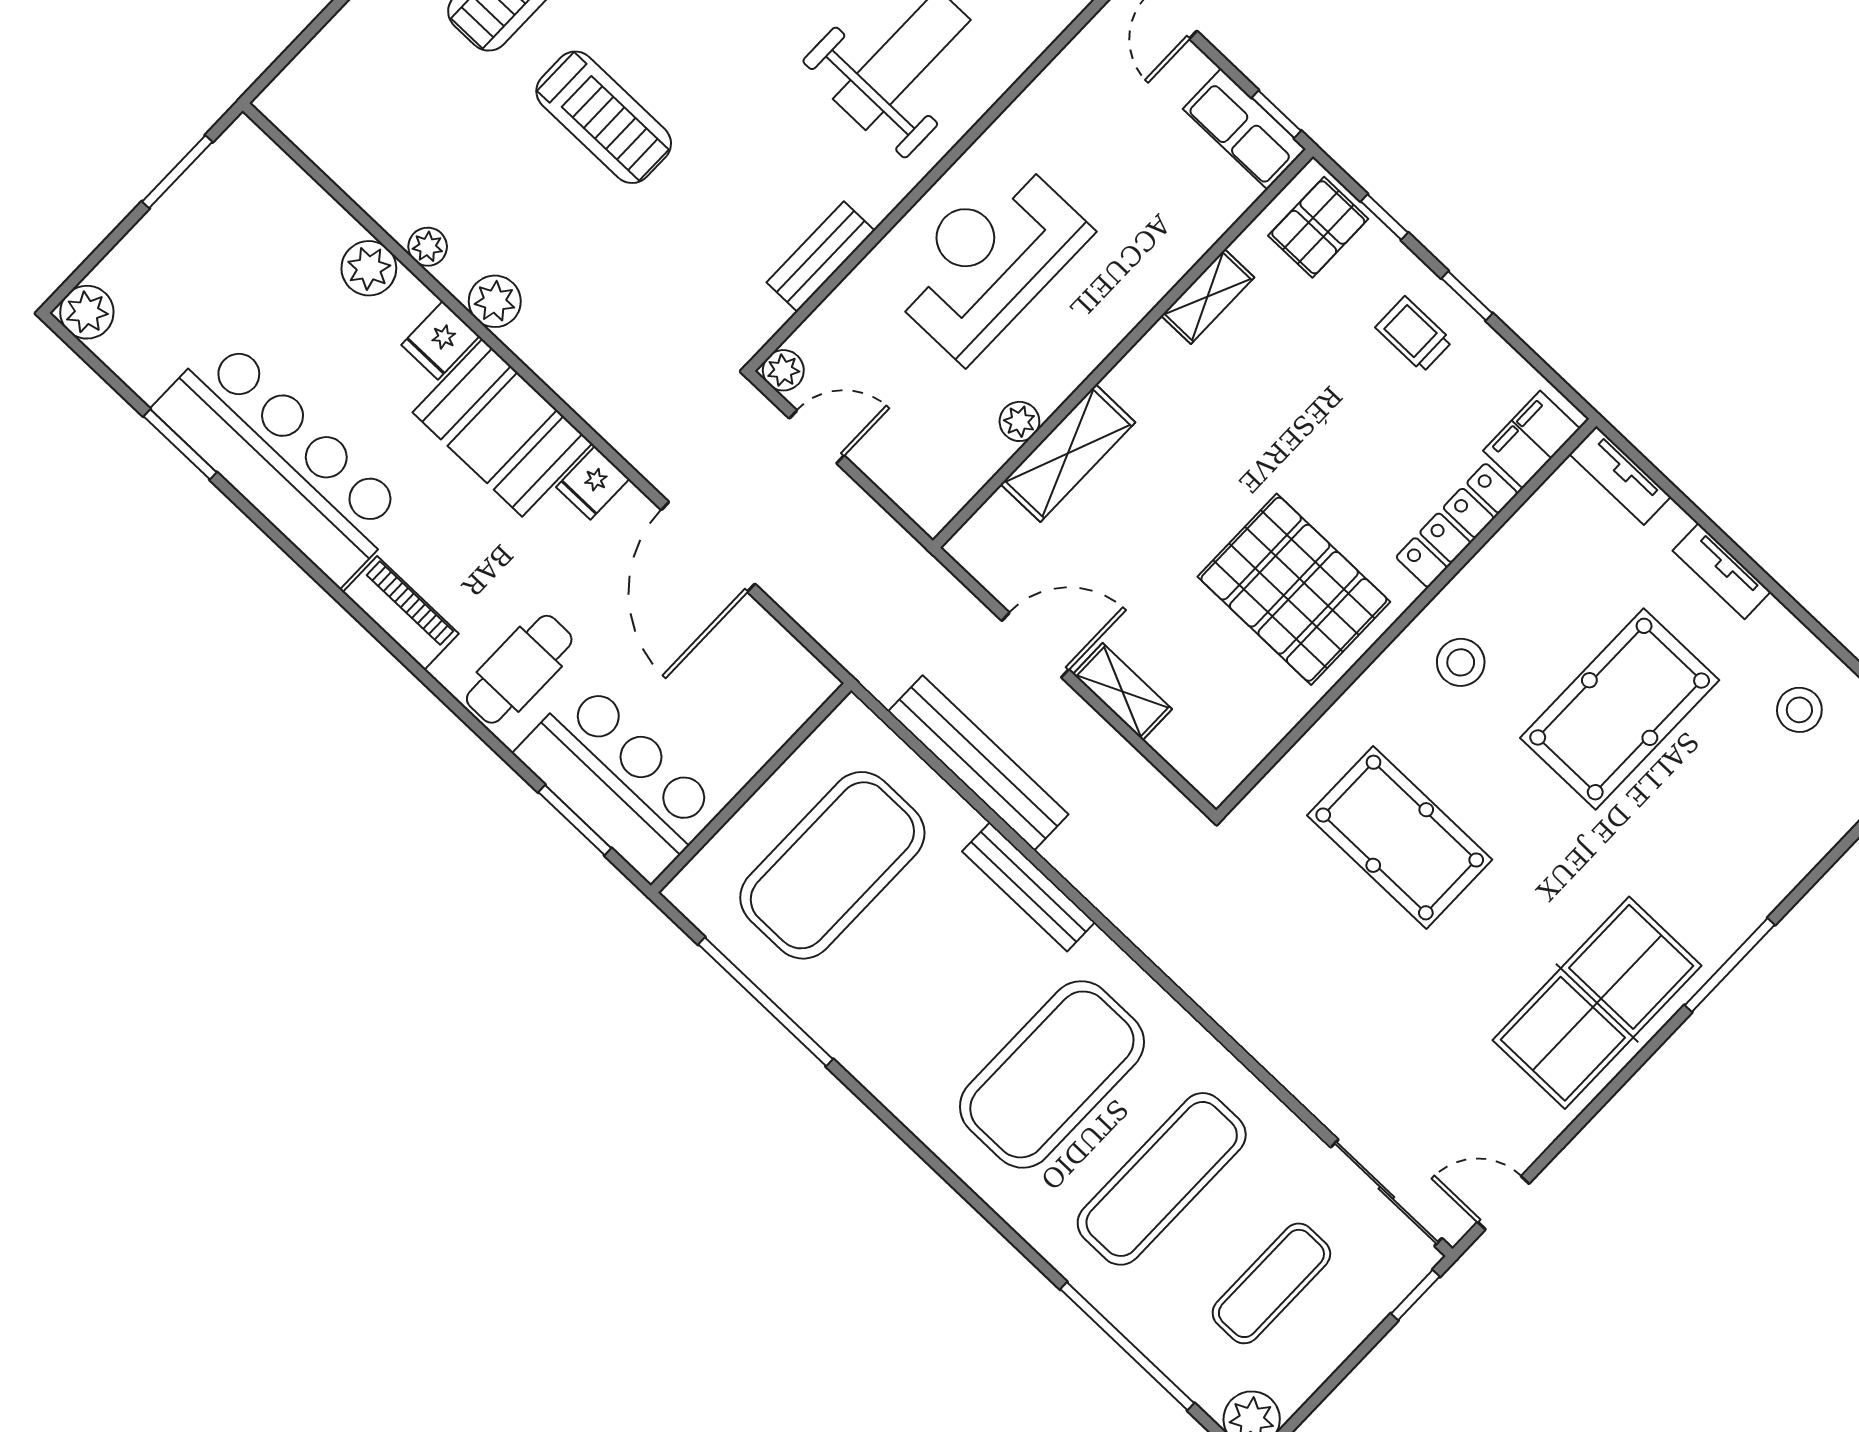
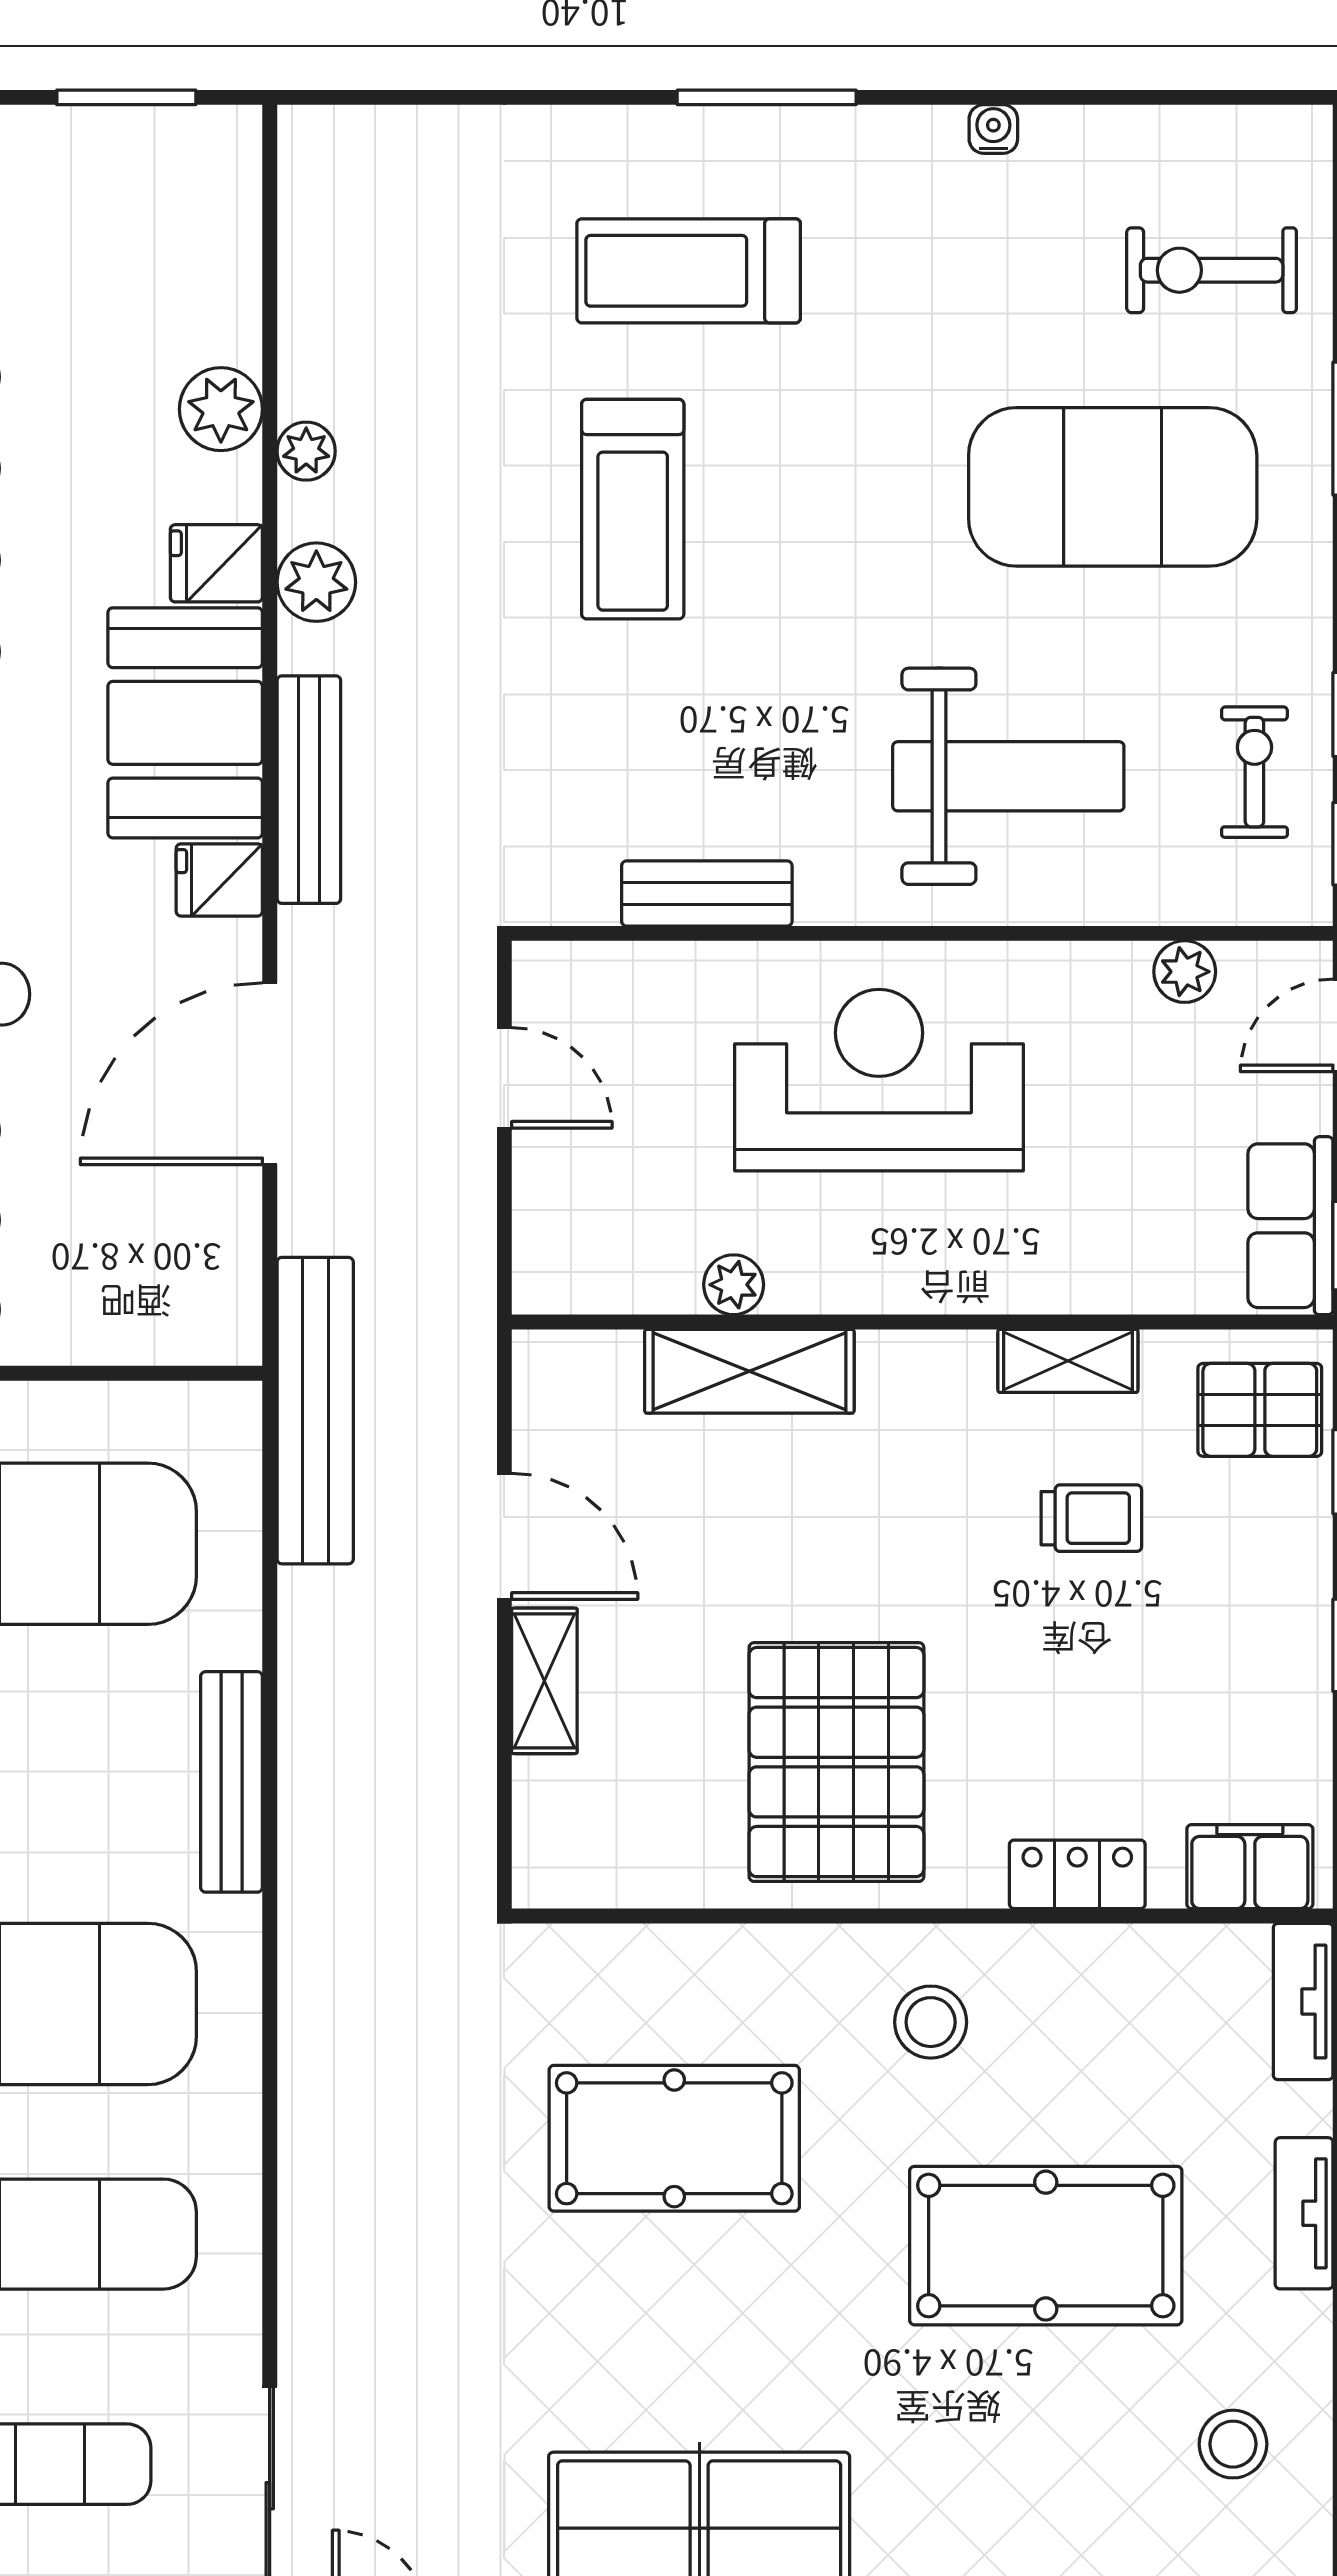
trolley: (1414, 334) -> (1091, 1518), moved, turned 90
plant: (783, 370) -> (1185, 972), moved
bench: (590, 399) -> (309, 790), added
locker: (1457, 525) -> (1077, 1874), width x0.66
bench: (978, 763) -> (315, 1411), moved
pool table: (1400, 838) -> (674, 2138), turned 90

